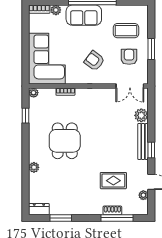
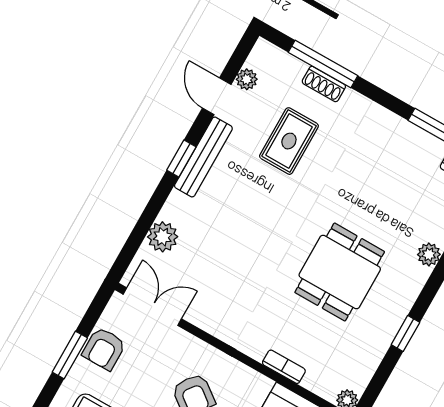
armchair: (129, 57) -> (104, 349), moved
window: (26, 116) -> (405, 334), moved
bench: (143, 141) -> (203, 157), moved
rug: (113, 181) -> (289, 141), turned 90

